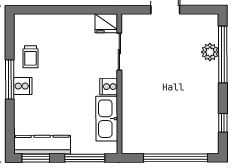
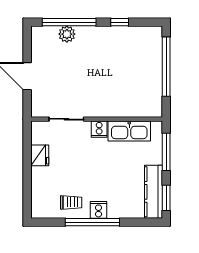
fridge: (106, 23) -> (40, 155), moved
window: (10, 79) -> (92, 222), width x1.46
window: (223, 123) -> (120, 22), moved

